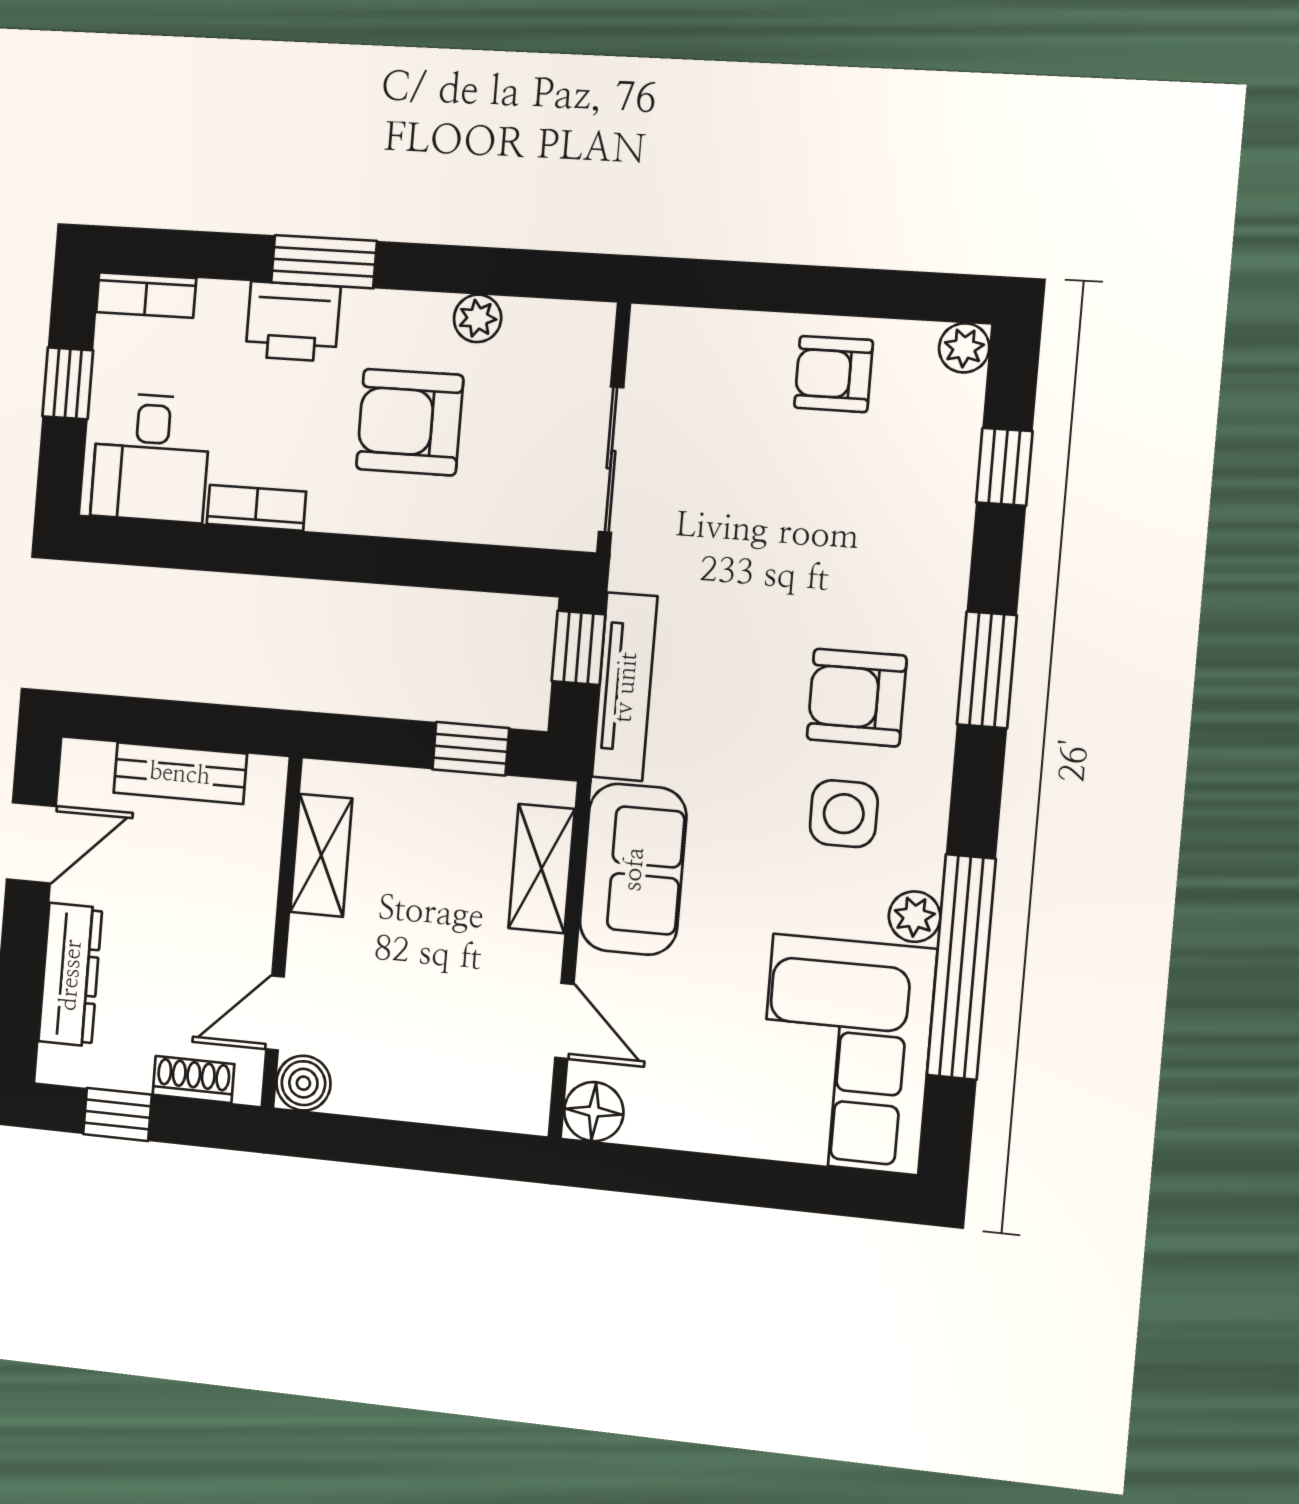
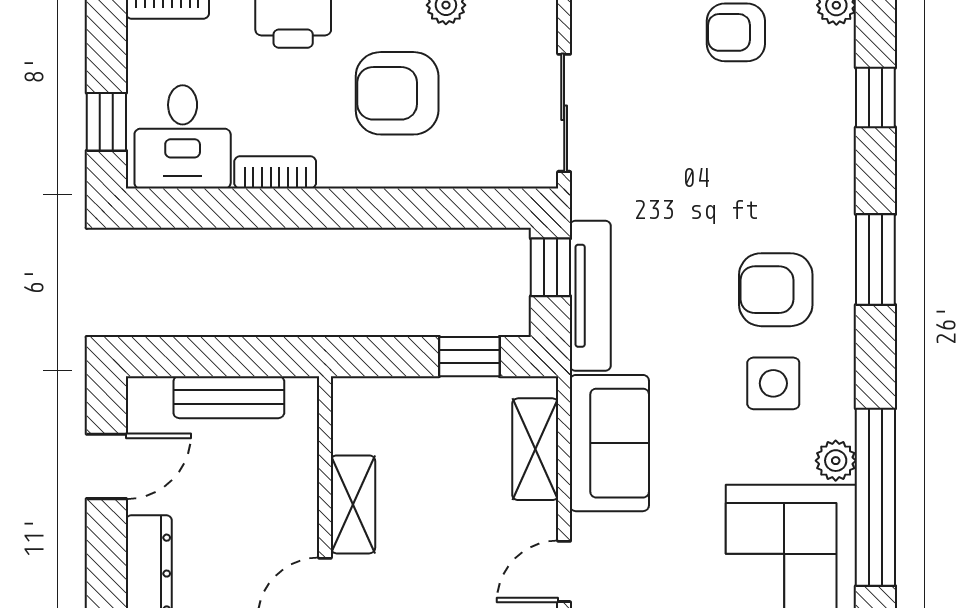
window: (68, 383) -> (106, 122), moved
shelving: (321, 855) -> (353, 504), moved
door: (564, 1021) -> (564, 571), swing flipped

